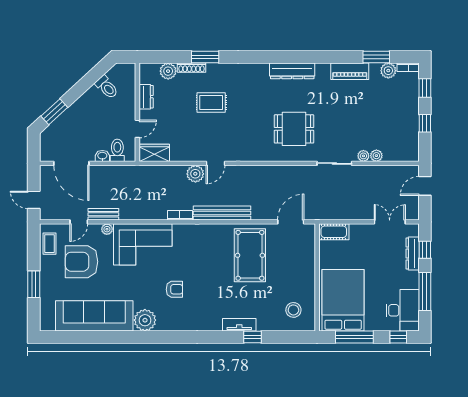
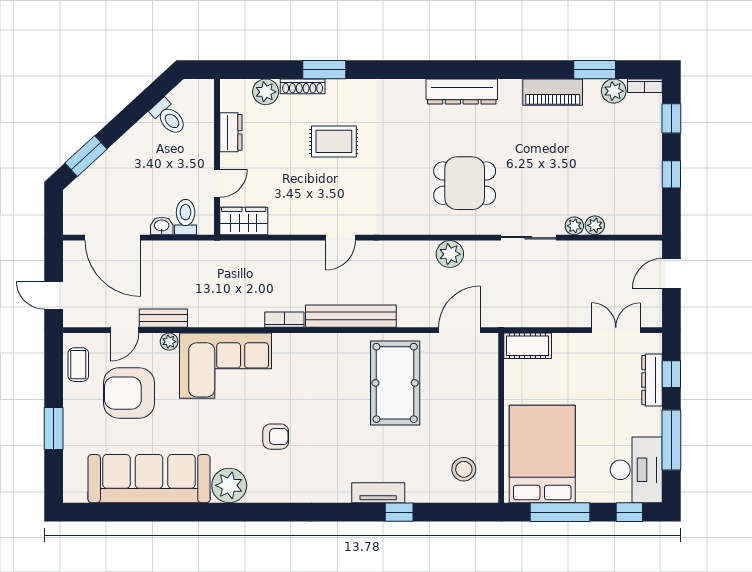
plant: (195, 174) -> (450, 254), moved

